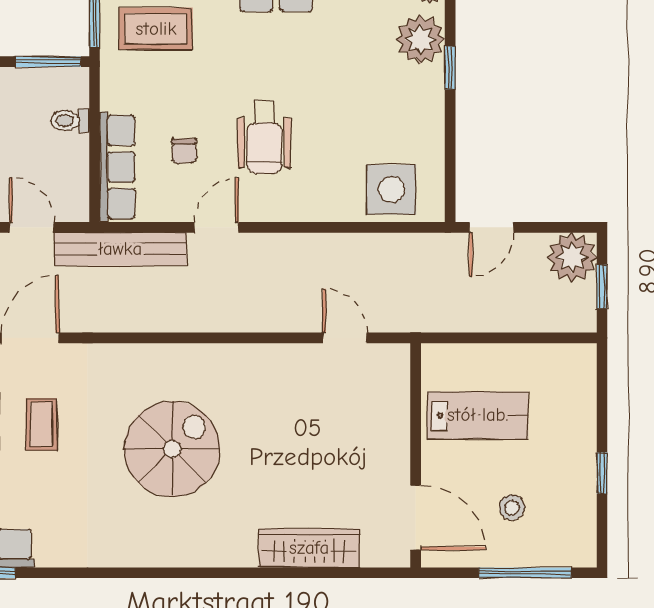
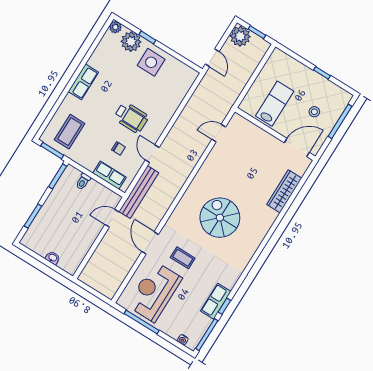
row of seats: (117, 167) -> (109, 175), width x0.68
side table: (391, 189) -> (151, 62), moved

